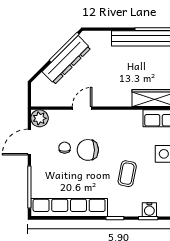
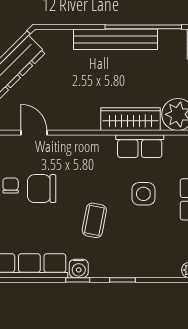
door: (82, 108) -> (34, 133), hinge flipped
water cooler: (149, 210) -> (79, 268), moved

